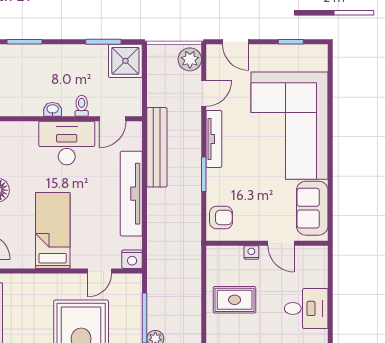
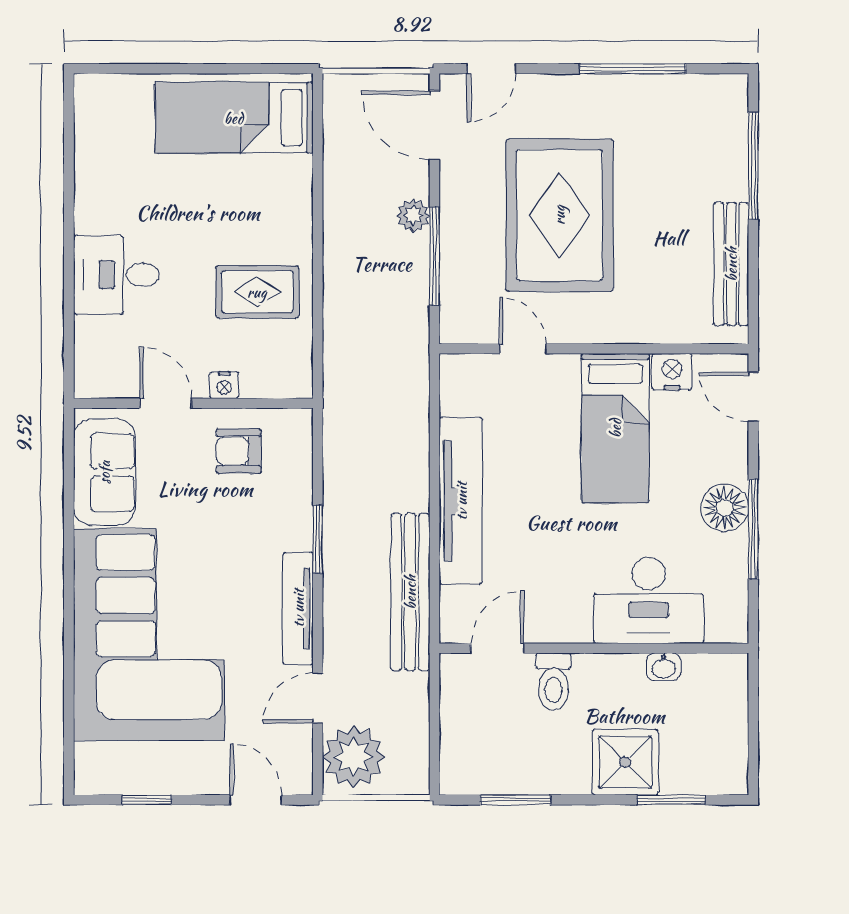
plant: (190, 59) -> (354, 757), width x1.36, depth x1.36
shower: (125, 61) -> (625, 762), moved
toilet: (82, 106) -> (553, 682), width x1.37, depth x1.39
washbasin: (53, 109) -> (663, 667), moved
desk: (67, 143) -> (649, 600), moved
armchair: (221, 217) -> (239, 451), moved
nightstand: (132, 259) -> (672, 372), moved
door: (100, 271) -> (523, 349), hinge flipped

